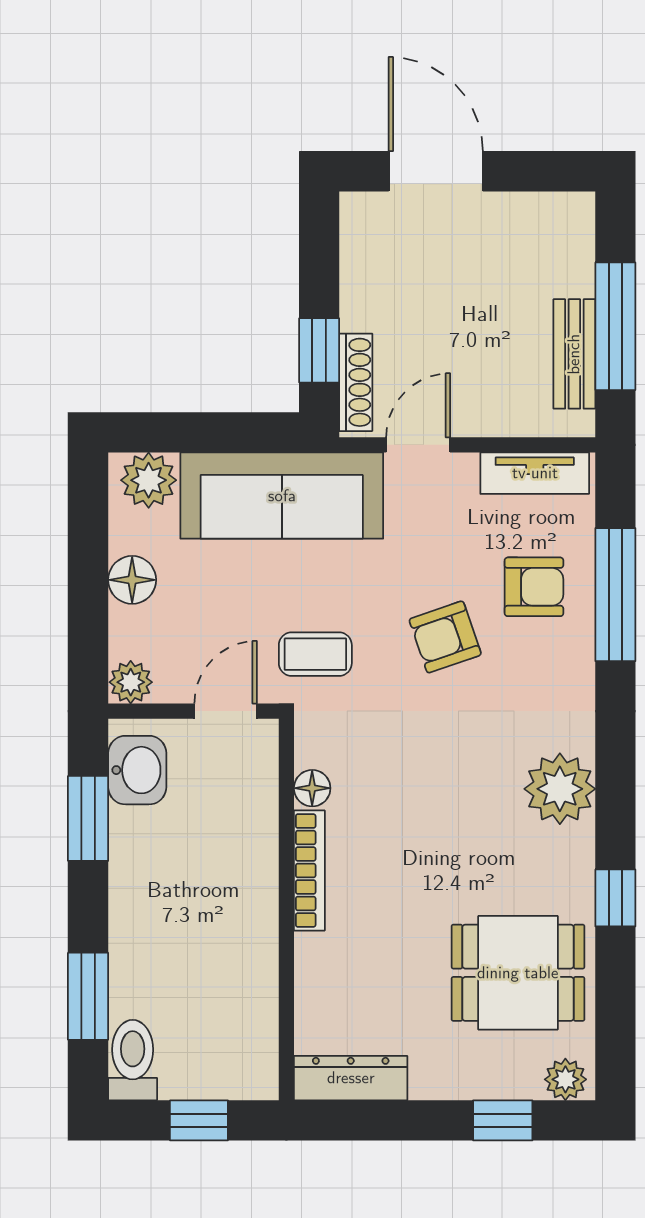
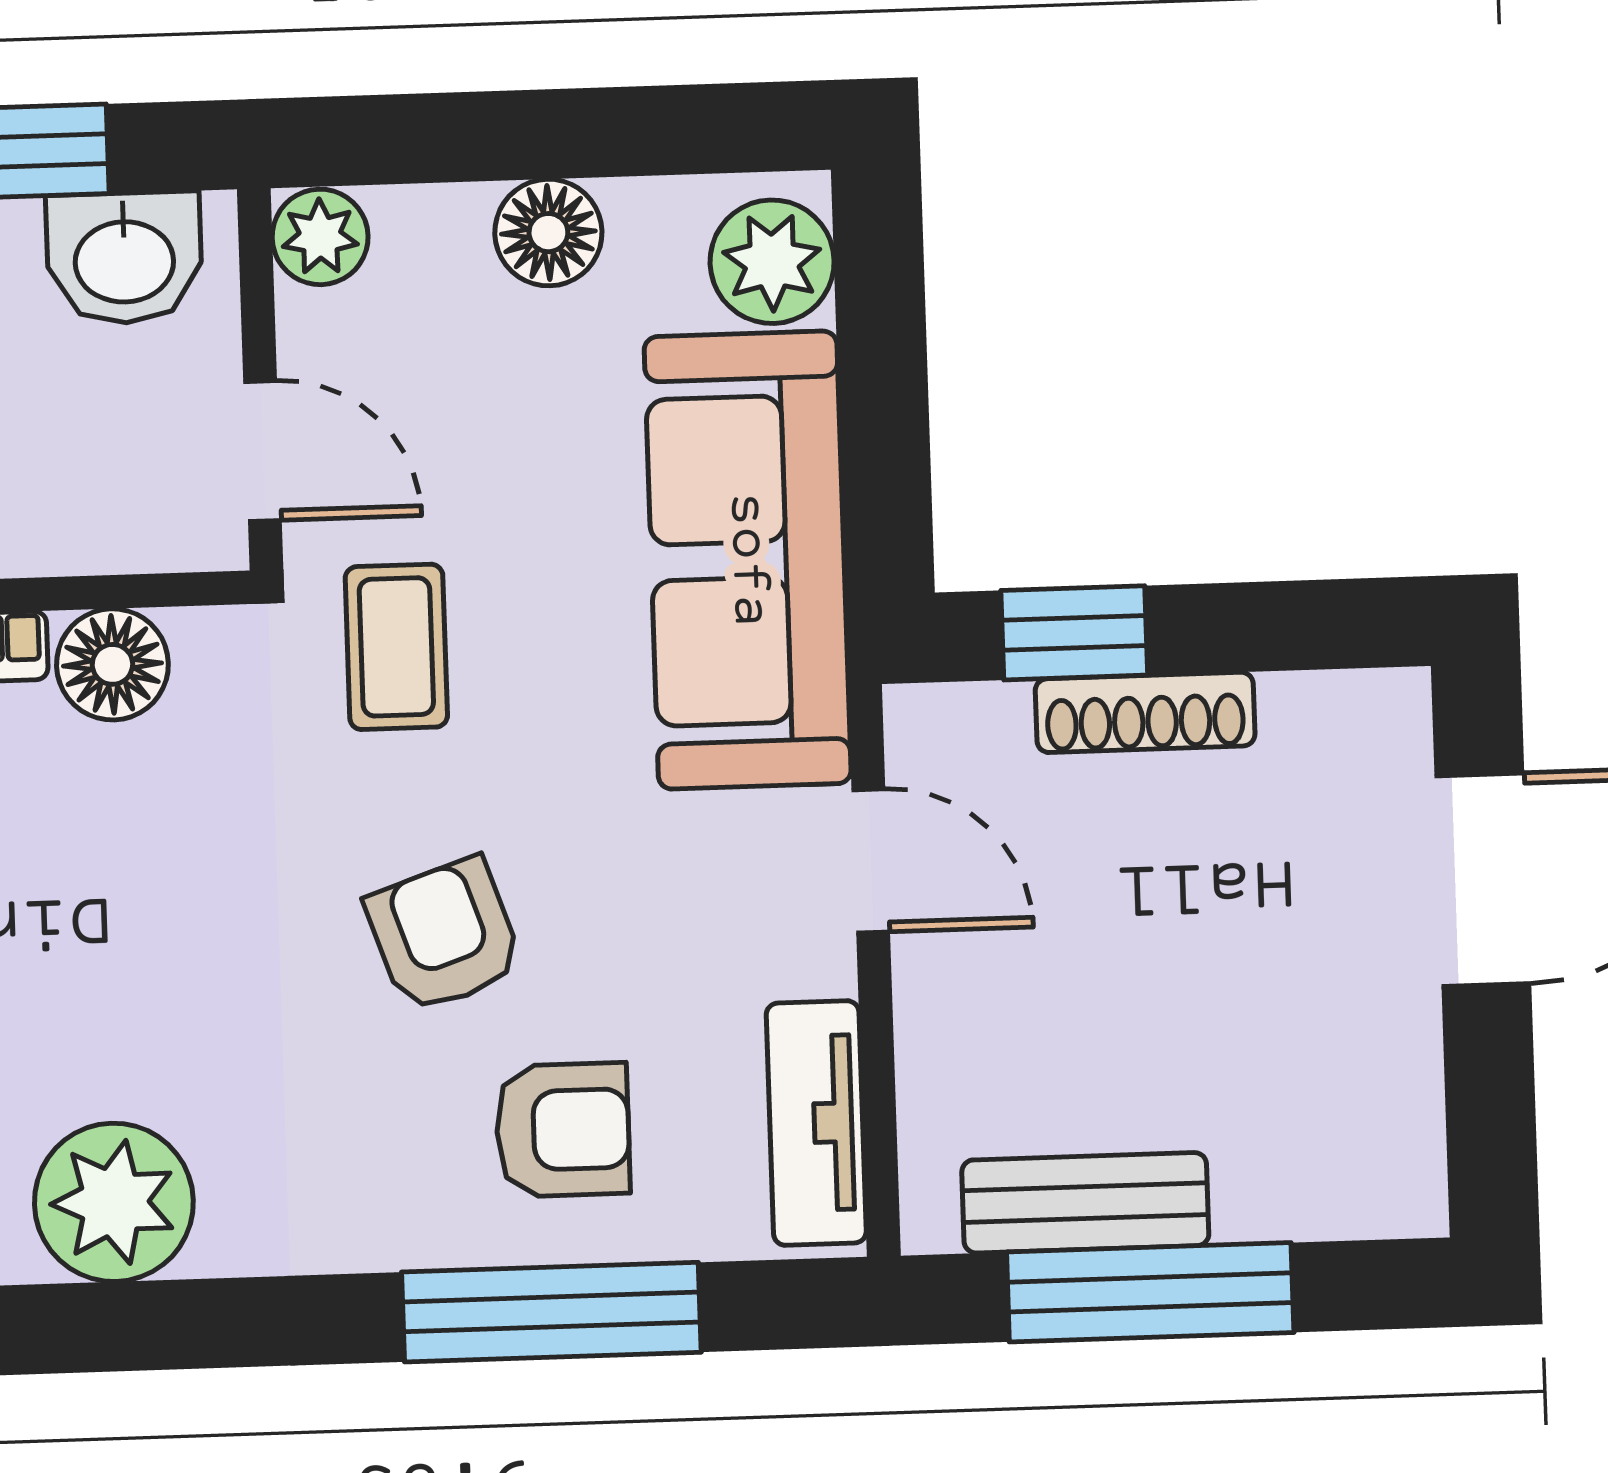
shoe rack: (356, 382) -> (1145, 712), moved
armchair: (534, 587) -> (563, 1130), turned -90
floor lamp: (312, 788) -> (112, 664), width x1.37, depth x1.37

